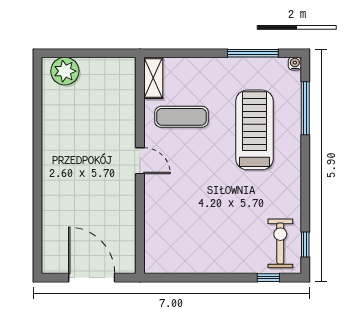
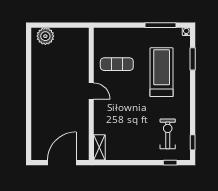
shelving: (153, 78) -> (99, 147), moved
window: (305, 108) -> (193, 59), width x0.69
exercise bike: (280, 243) -> (168, 134), moved
door: (92, 278) -> (62, 163), hinge flipped

